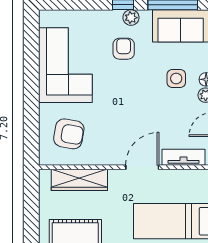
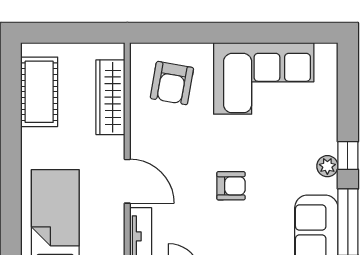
armchair: (124, 49) -> (231, 186), moved
side table: (176, 78) -> (246, 227), removed

